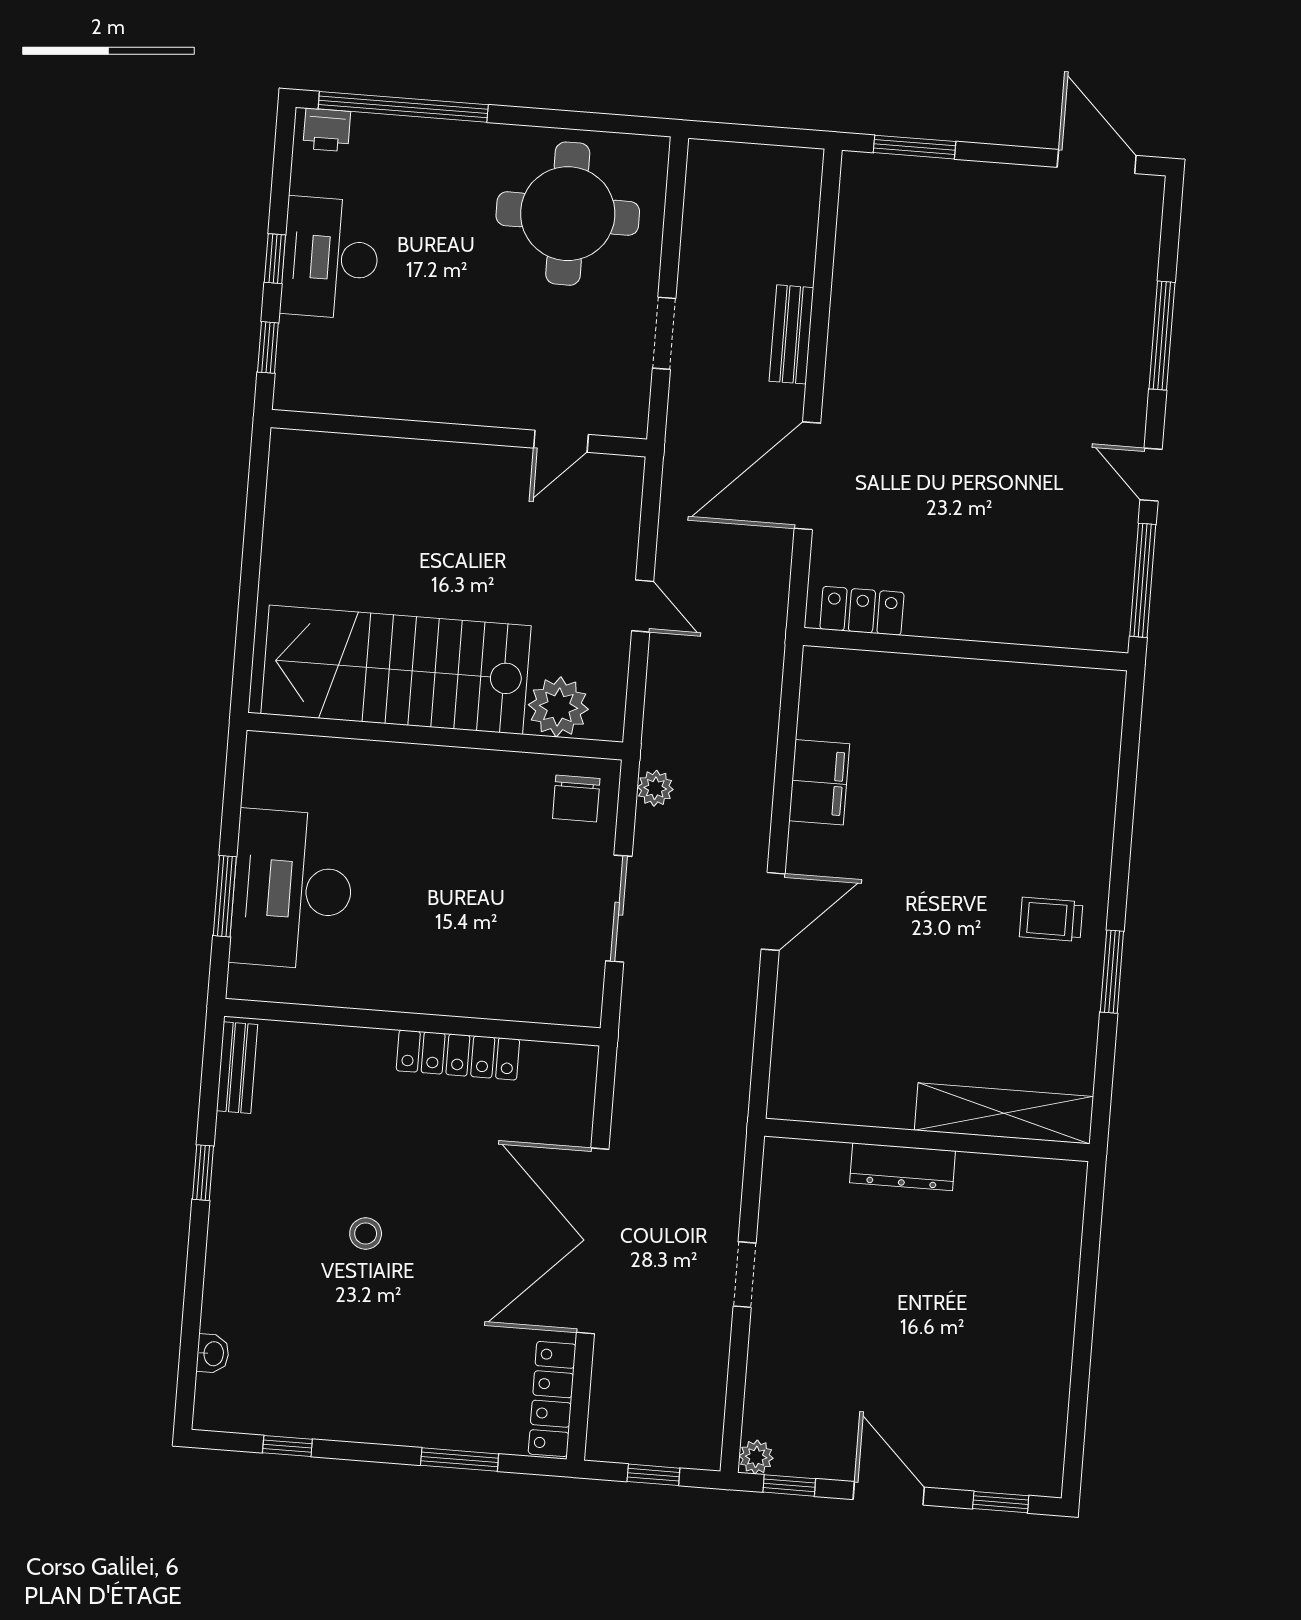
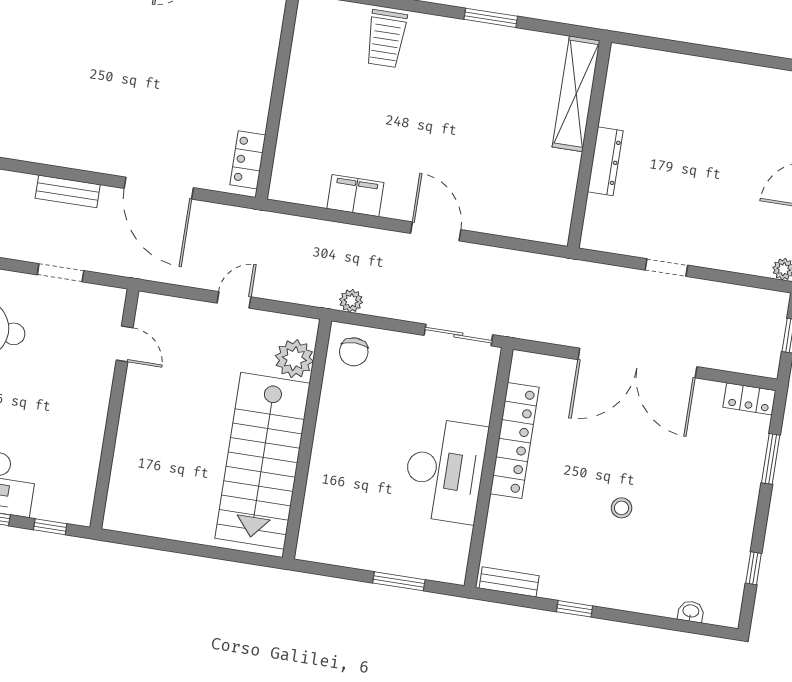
chair: (576, 799) -> (354, 352), turned 90
desk: (292, 889) -> (445, 471), moved, turned -90
sliding door: (619, 909) -> (458, 335), moved
trolley: (1051, 919) -> (386, 39), moved, width x1.36, depth x1.39
locker: (458, 1055) -> (515, 441), width x1.41, depth x1.21
locker: (552, 1399) -> (749, 399), width x0.66

